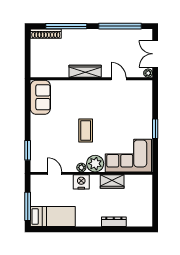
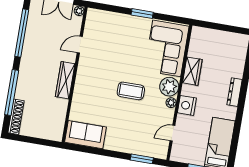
dresser: (114, 222) -> (235, 92), moved

